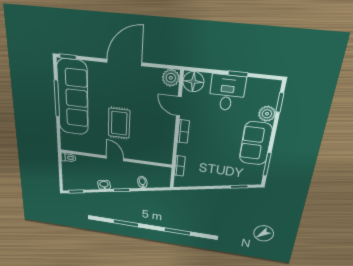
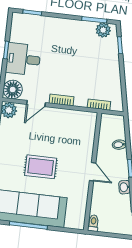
plant: (267, 114) -> (103, 30), moved
rug: (119, 123) -> (41, 167), moved
sofa: (256, 143) -> (73, 32), removed
door: (115, 158) -> (93, 172), swing flipped

